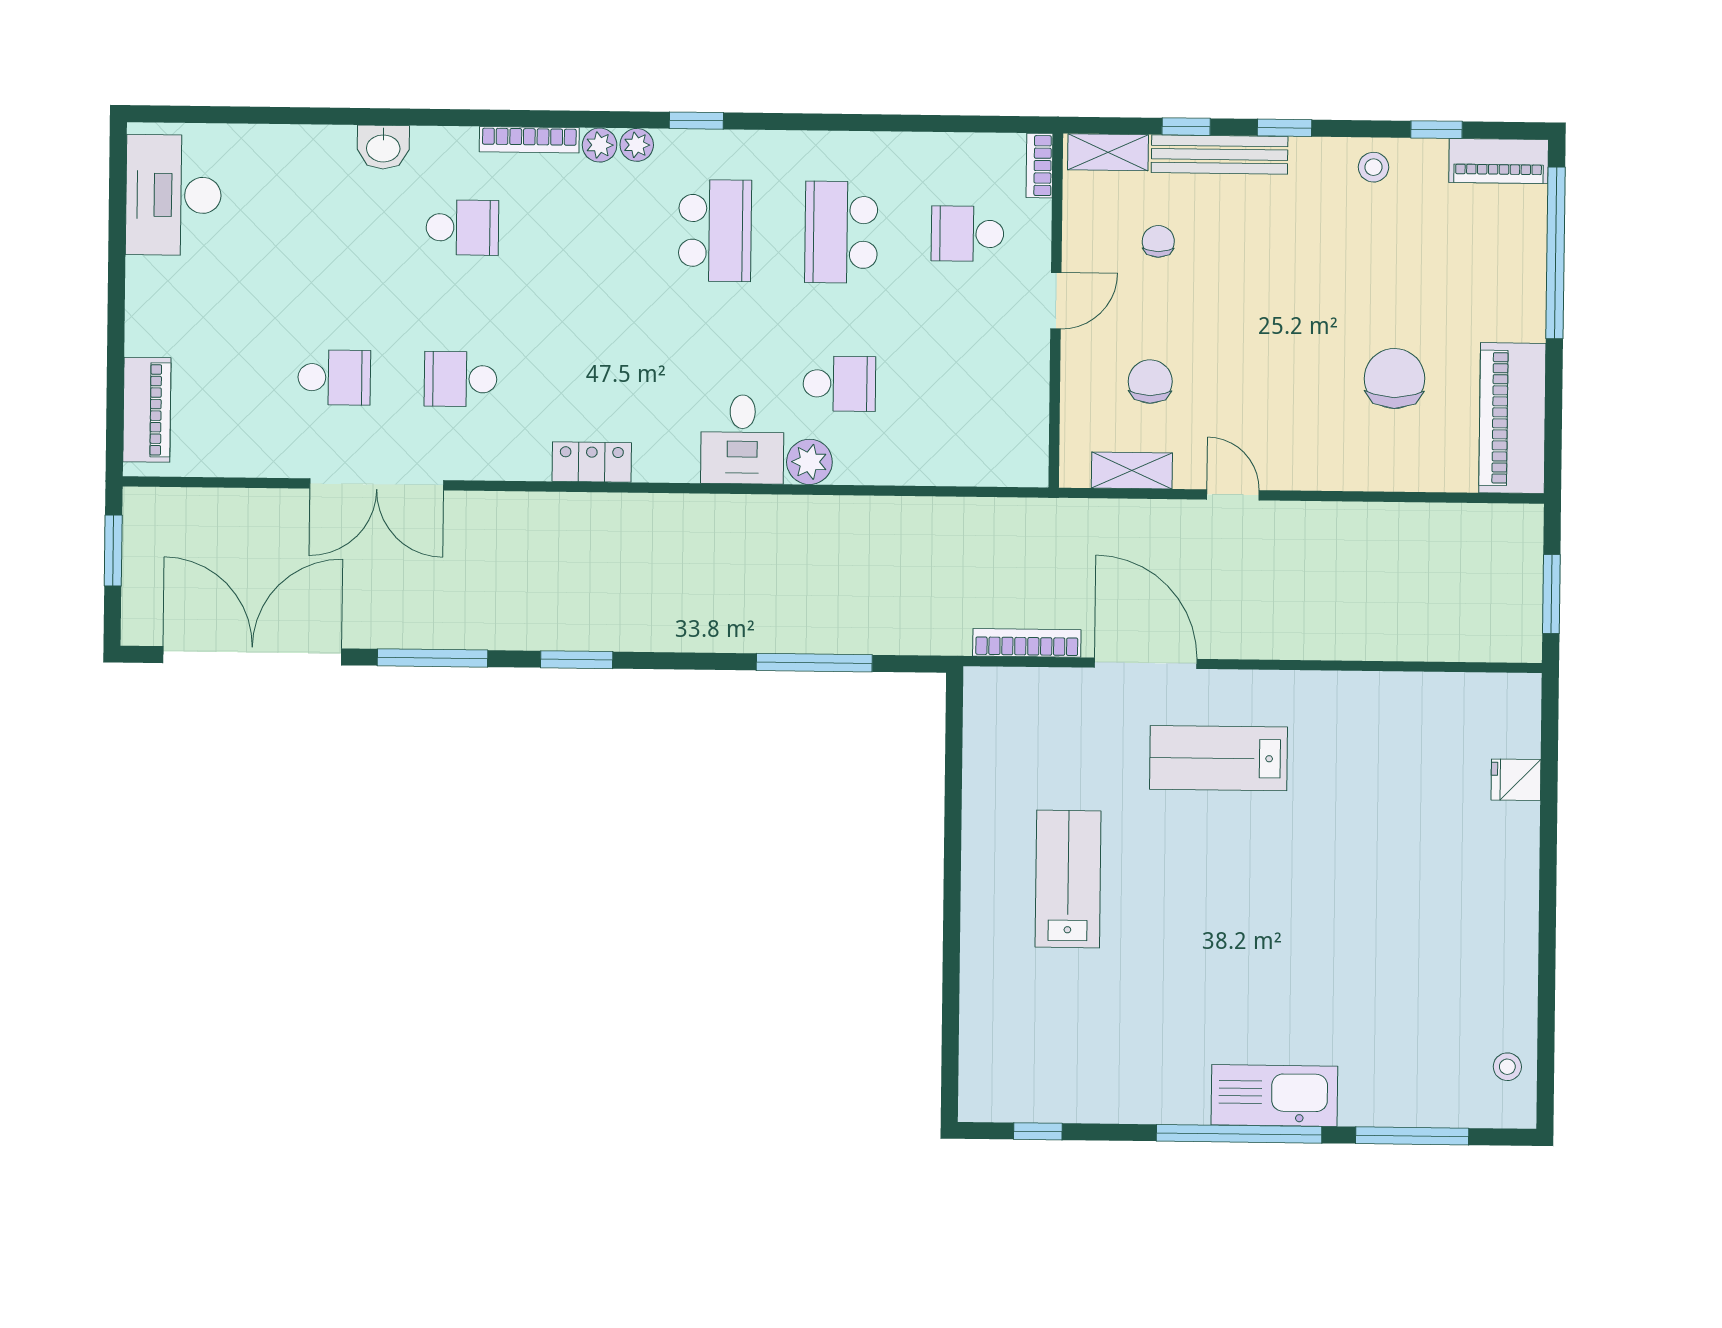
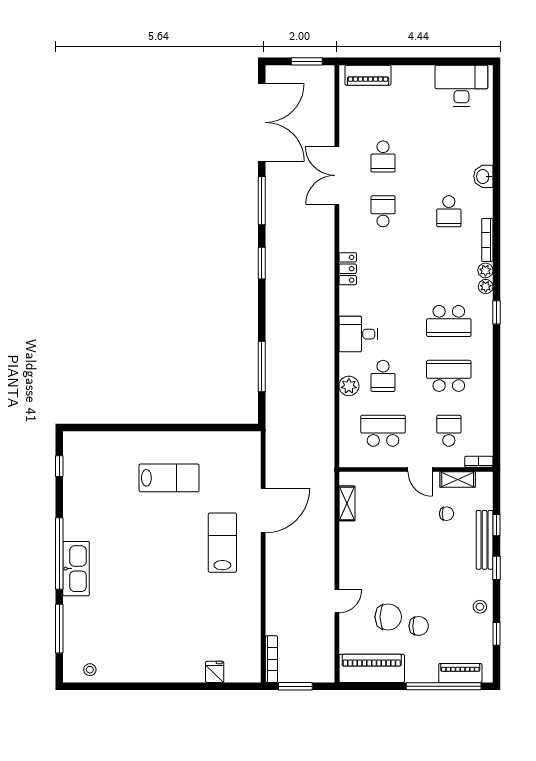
shelving: (1108, 152) -> (458, 480), moved, turned 90
piano: (1499, 161) -> (460, 673), moved, turned 90
chair: (1150, 382) -> (419, 626), moved
school desk: (966, 385) -> (383, 431), added
plant: (809, 462) -> (349, 386), moved
door: (1233, 495) -> (337, 601), moved
bookcase: (1027, 643) -> (271, 659), moved

